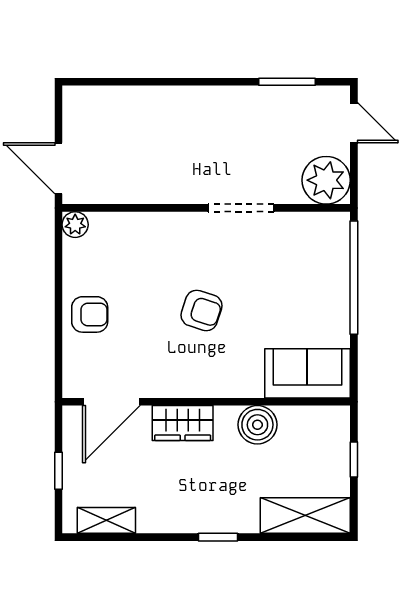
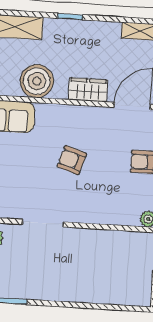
boiler: (257, 425) -> (37, 81), width x1.37, depth x1.37

